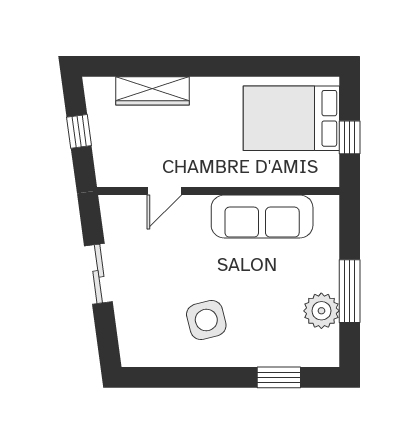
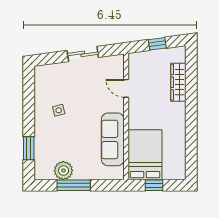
bed: (291, 118) -> (145, 155), moved
side table: (206, 320) -> (59, 110), width x0.54, depth x0.54

